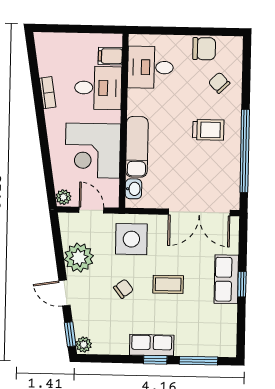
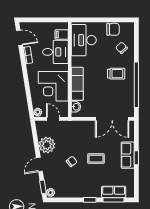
door: (33, 61) -> (19, 38), added
desk: (150, 67) -> (84, 40), width x1.37
side table: (131, 239) -> (75, 134), removed
door: (64, 293) -> (39, 164), hinge flipped
row of seats: (152, 345) -> (114, 192), moved

